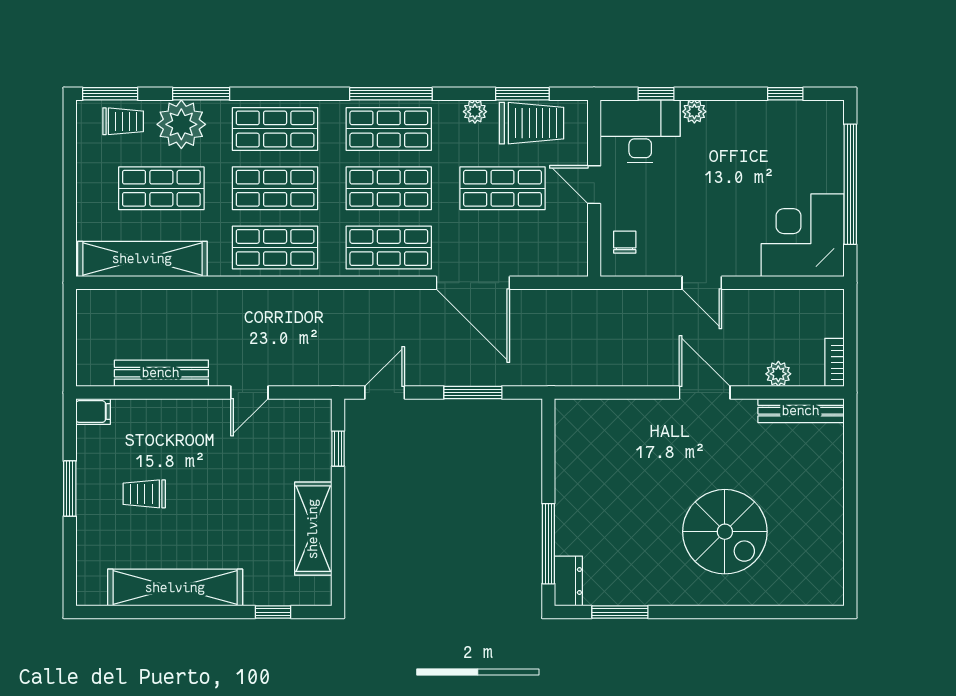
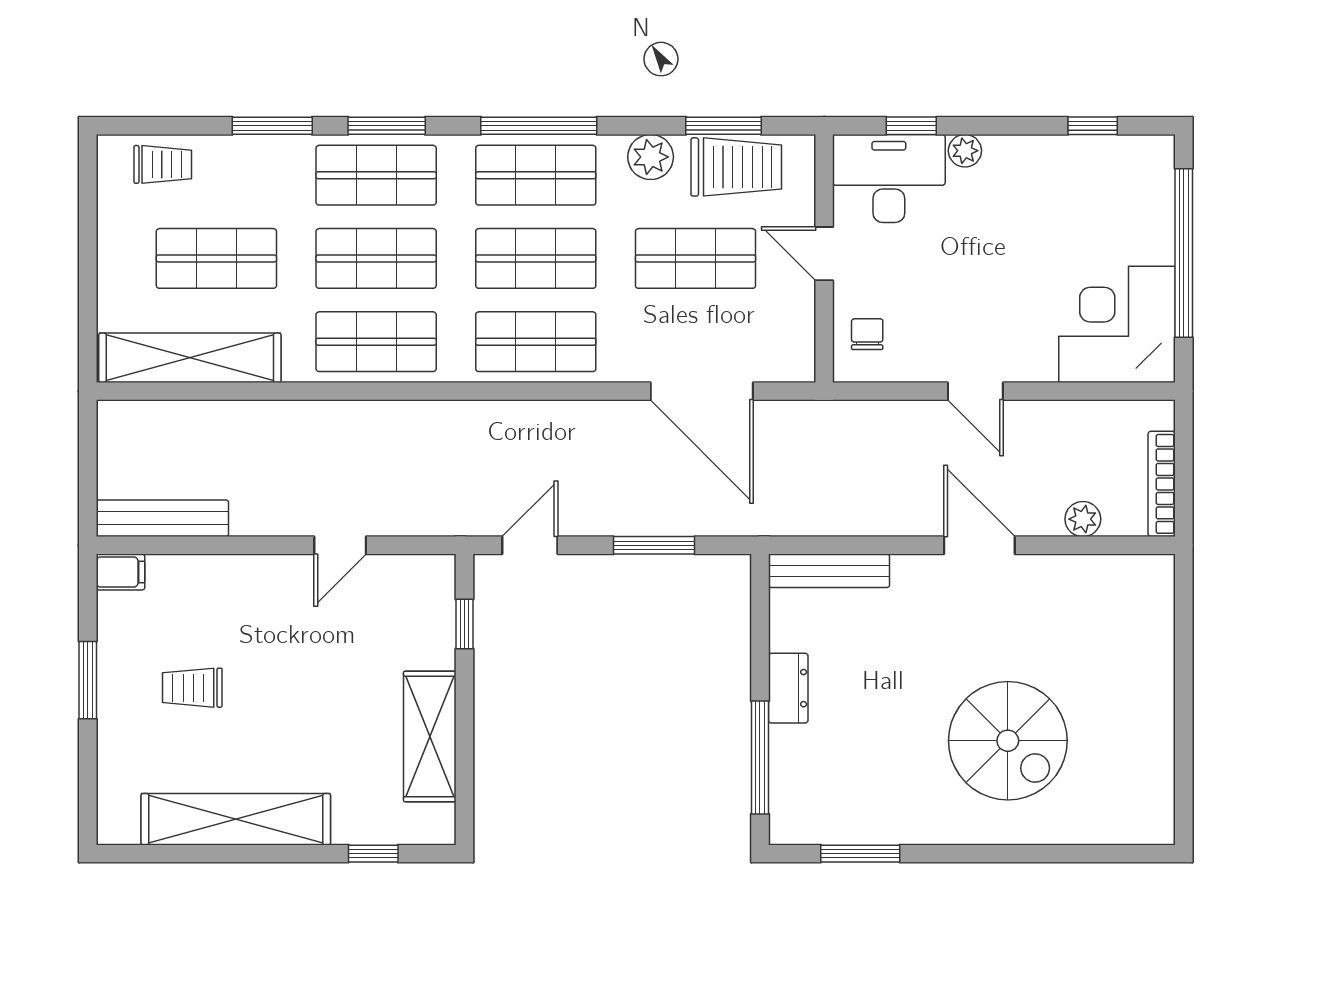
window: (110, 94) -> (387, 126), moved
plant: (475, 112) -> (651, 157), width x1.38, depth x1.38
plant: (181, 124) -> (244, 169), removed
door: (473, 283) -> (702, 391), moved
bookcase: (834, 362) -> (1162, 484), width x1.56
bench: (161, 373) -> (162, 518), moved
bench: (801, 411) -> (829, 571), moved
dresser: (568, 581) -> (788, 688), moved

